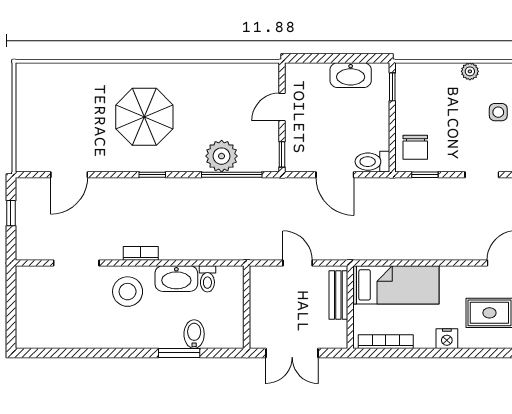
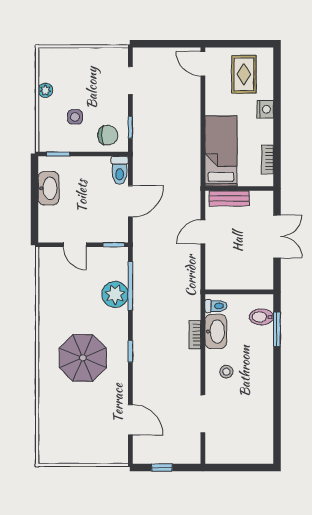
side table: (498, 112) -> (75, 117), moved
bookcase: (141, 253) -> (195, 335), moved
stool: (128, 292) -> (226, 372), width x0.53, depth x0.53
wall: (247, 307) -> (239, 292), moved
bookcase: (386, 342) -> (267, 159), width x0.64

